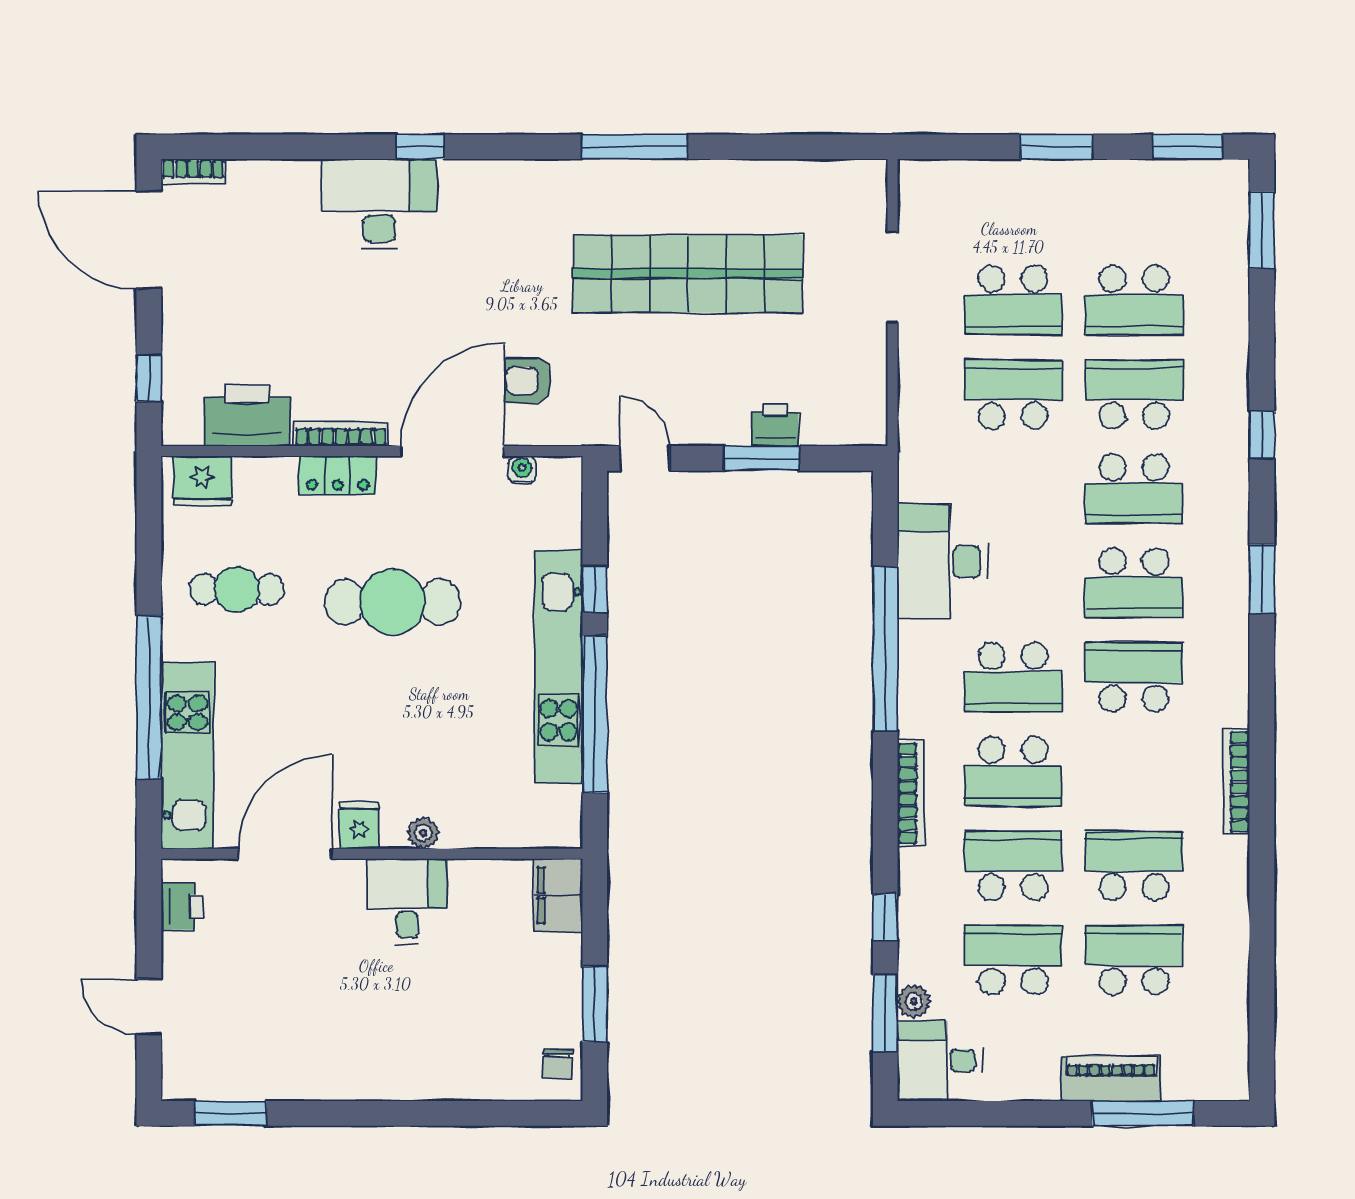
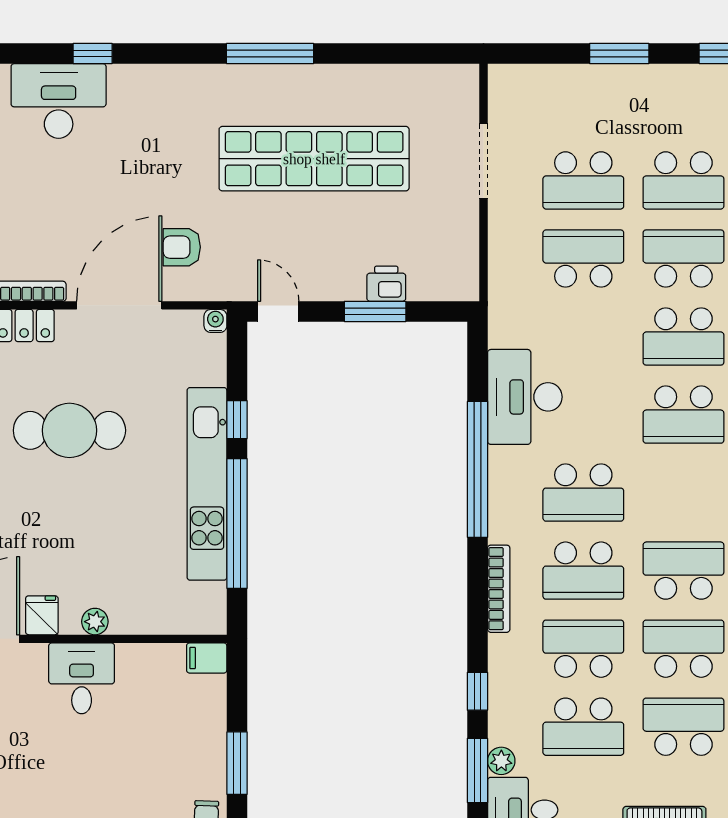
water cooler: (522, 470) -> (215, 321), moved
school desk: (1134, 677) -> (683, 571), moved
filing cabinet: (558, 895) -> (207, 658), width x0.50
school desk: (1013, 960) -> (583, 727), turned 180

